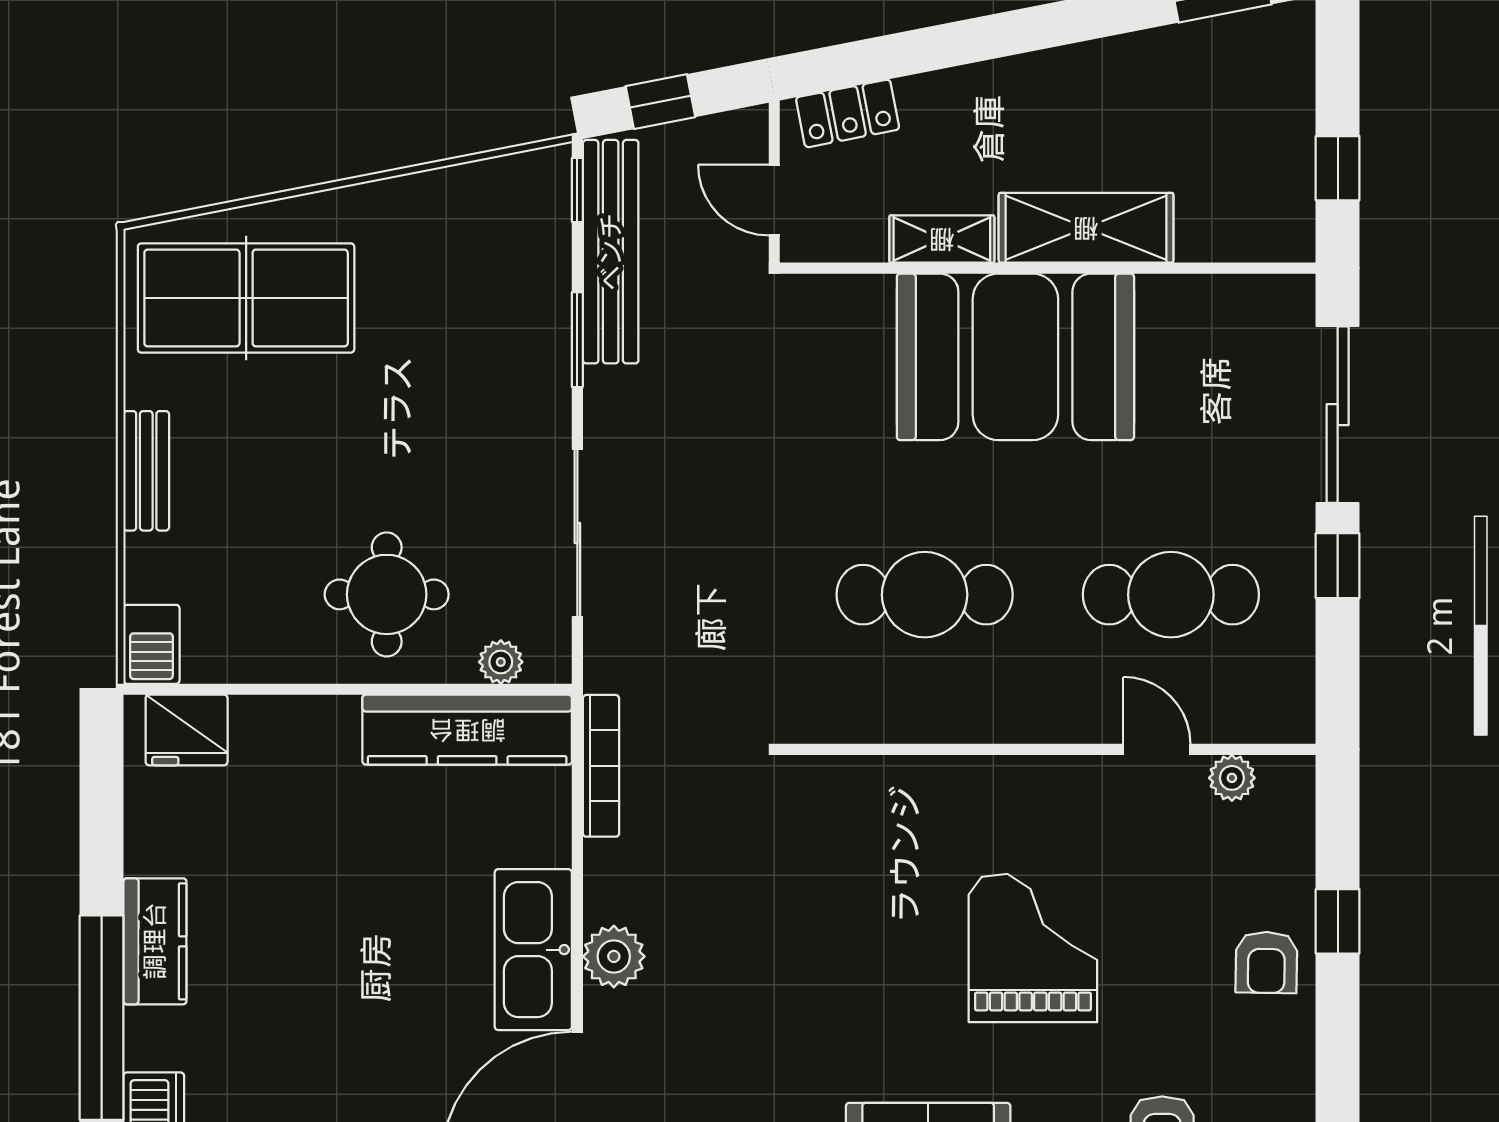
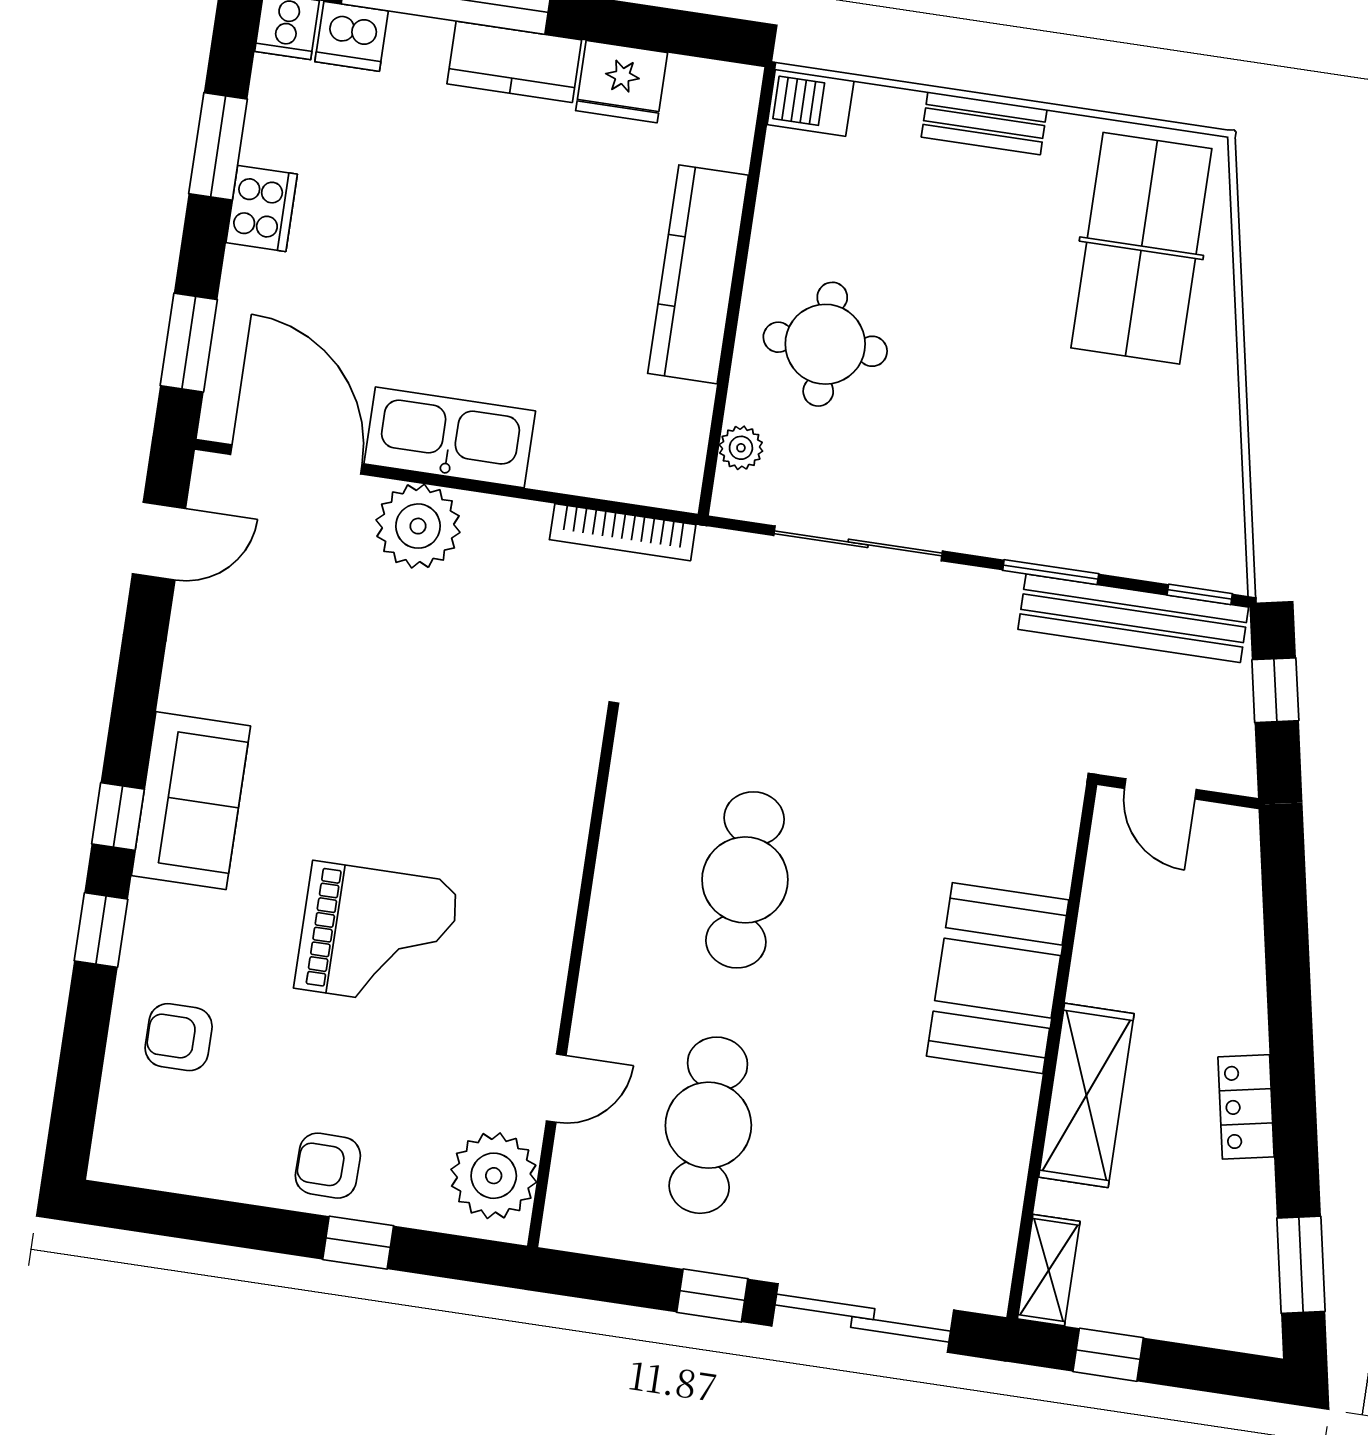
locker: (848, 113) -> (1246, 1107), moved
door: (774, 200) -> (1160, 789), swing flipped
shelving: (942, 239) -> (1049, 1270), moved
booth: (1015, 357) -> (998, 978), width x0.73, depth x0.70
fridge: (187, 730) -> (622, 82), moved, turned -90
kitchen counter: (467, 730) -> (698, 274), moved
plant: (1232, 778) -> (494, 1176), width x1.87, depth x1.87
plant: (614, 956) -> (418, 526), width x1.36, depth x1.36

